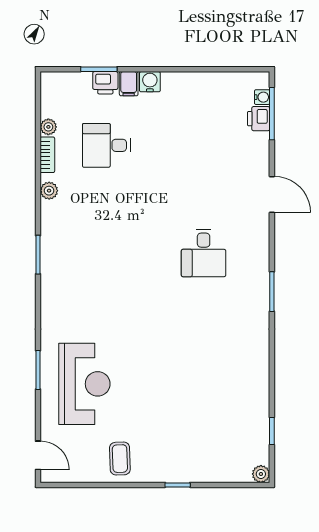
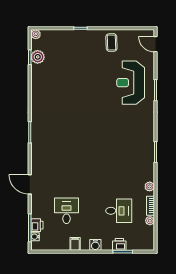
filing cabinet: (129, 84) -> (75, 244), moved
desk: (204, 253) -> (67, 211), moved
plant: (257, 432) -> (38, 57), added

